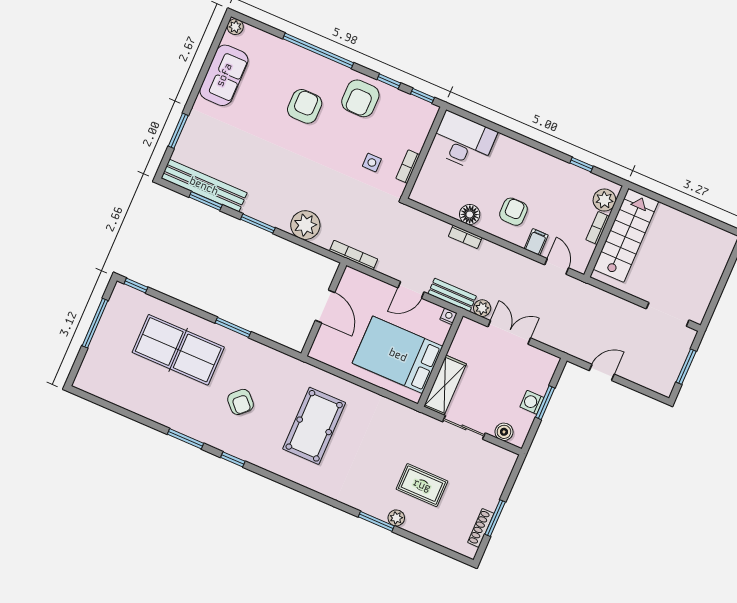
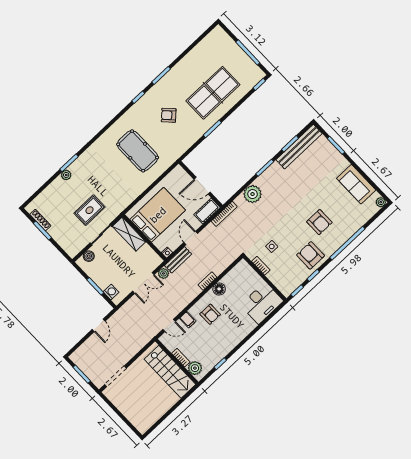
cot: (360, 283) -> (207, 211), added
washing machine: (532, 402) -> (111, 292), moved
rug: (422, 485) -> (89, 210), moved

